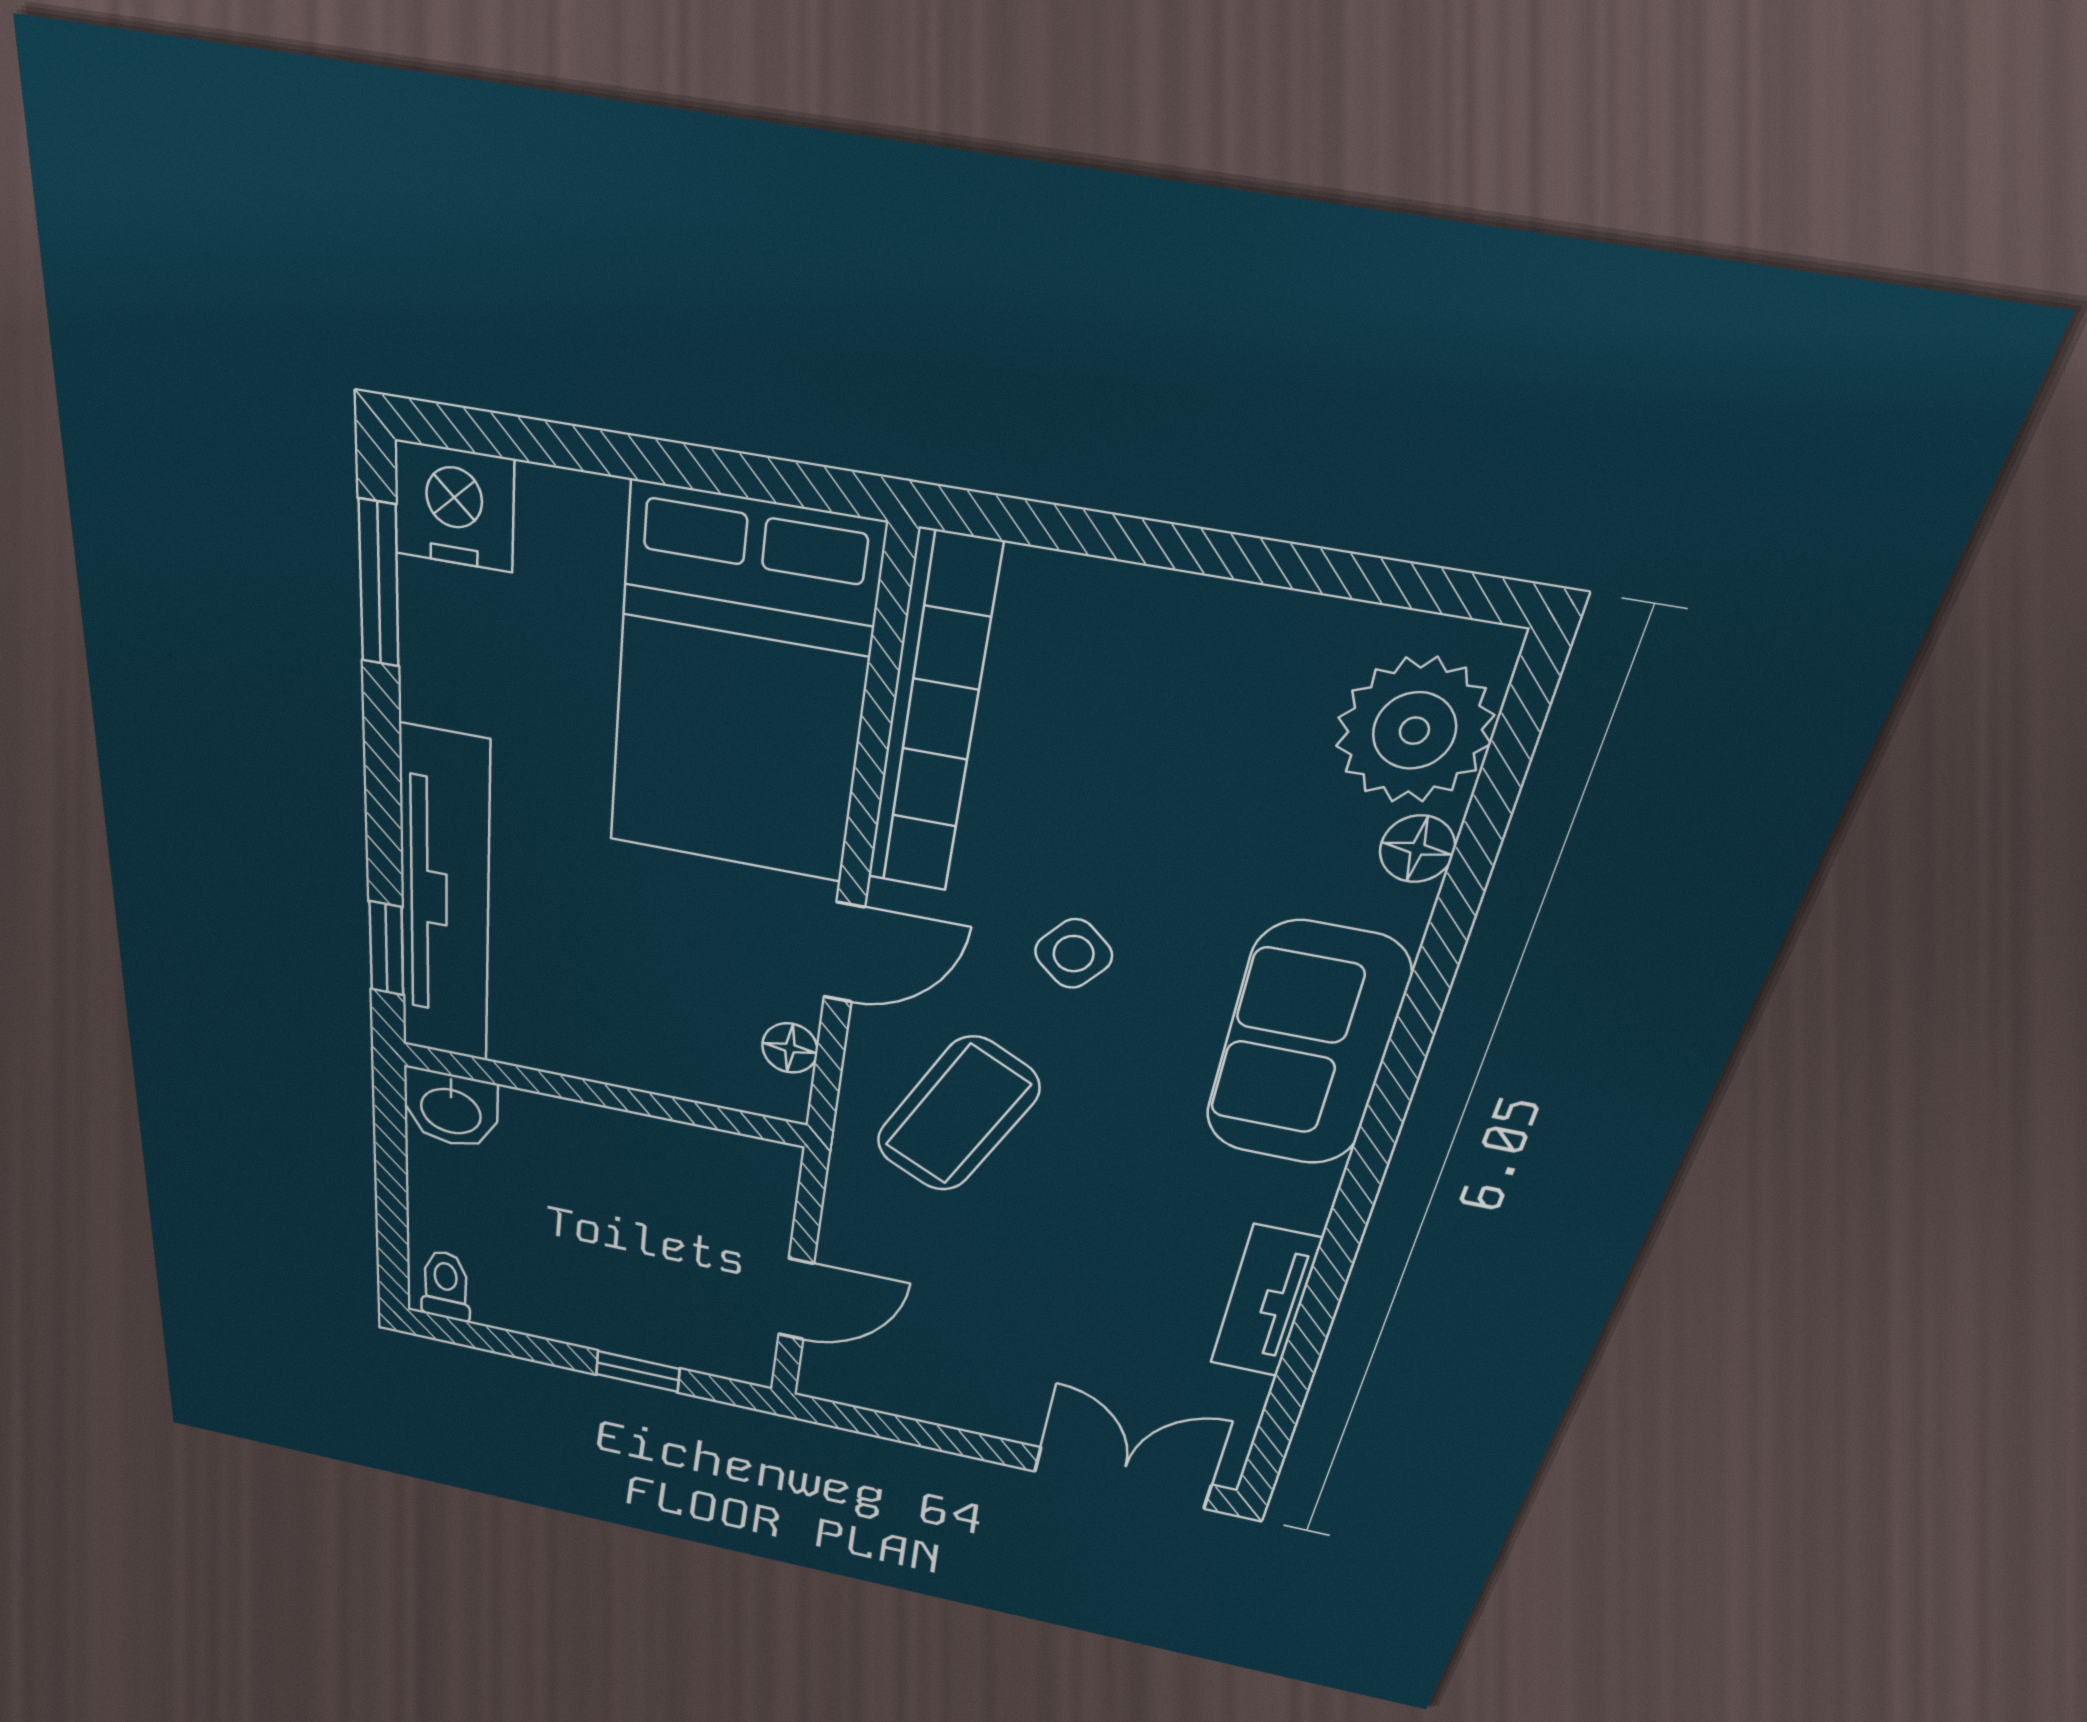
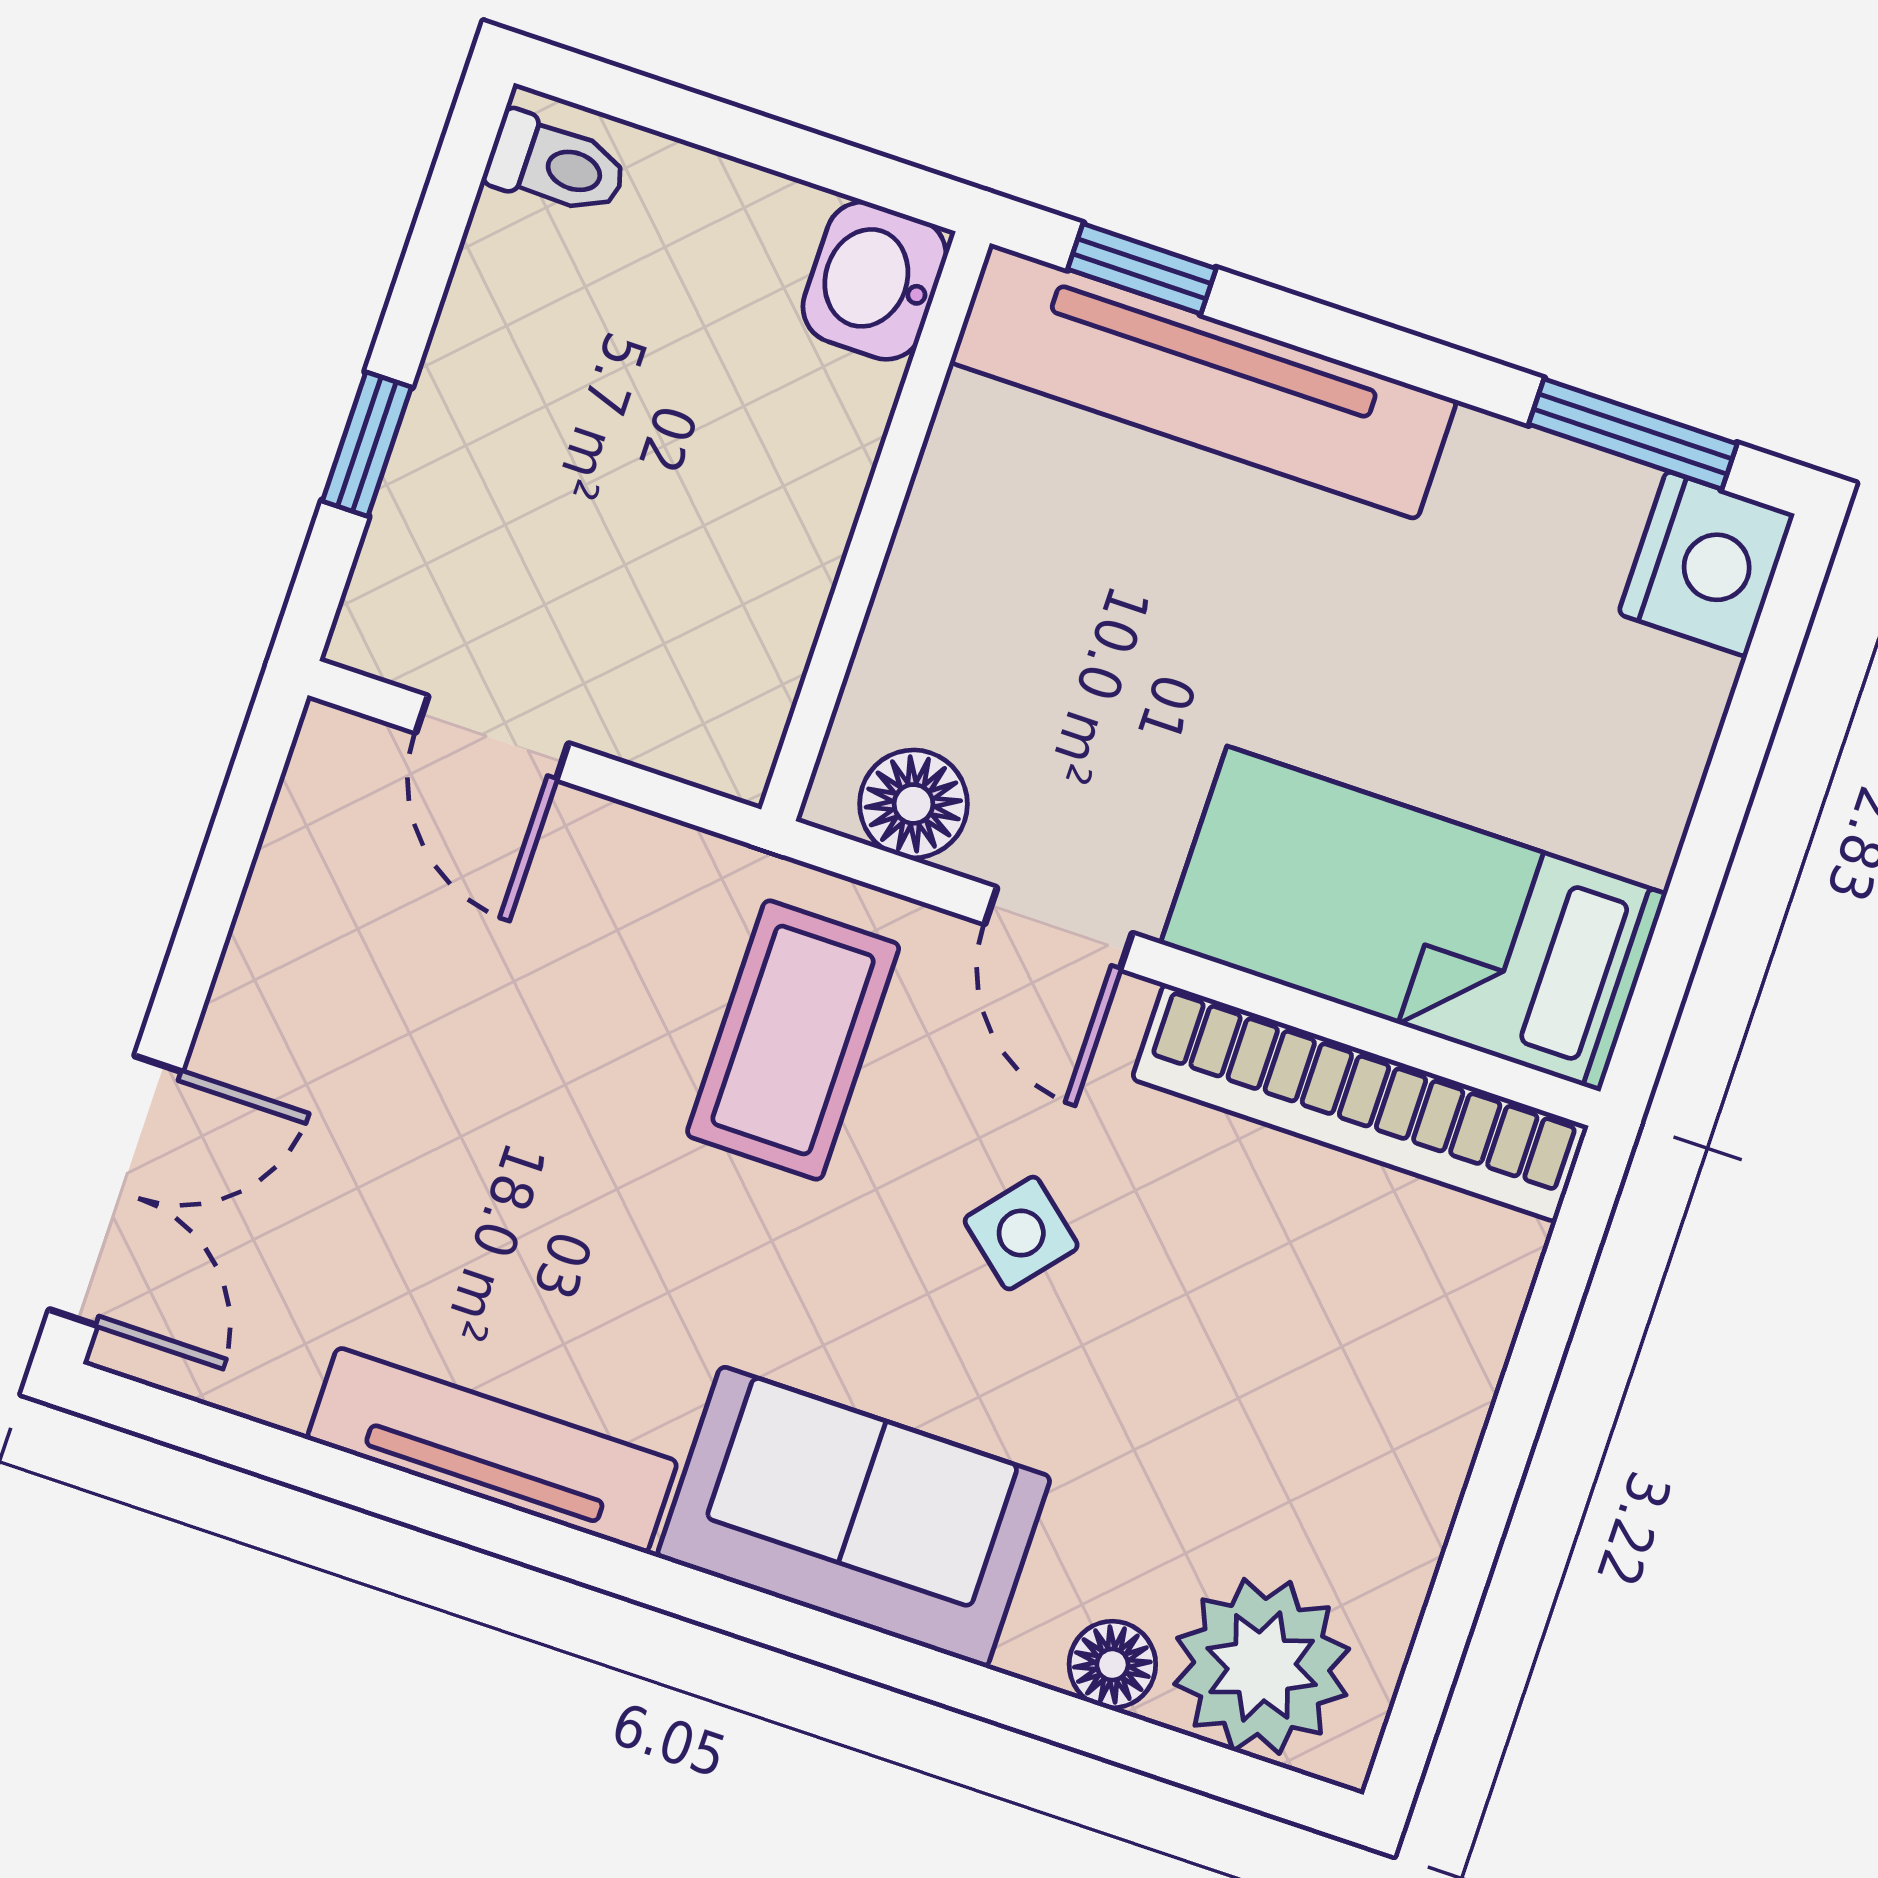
bed: (741, 690) -> (1414, 919), width x0.67
floor lamp: (790, 1048) -> (913, 804), width x1.37, depth x1.37
coffee table: (957, 1115) -> (793, 1040), turned 64
tv unit: (1266, 1302) -> (492, 1450), width x1.41

